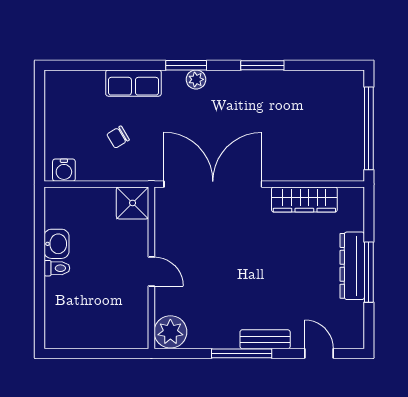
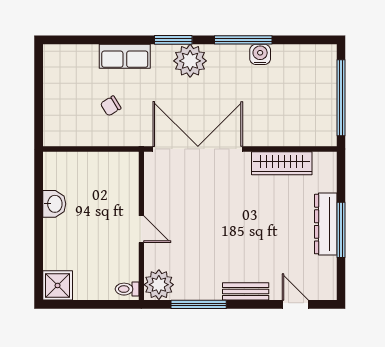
window: (262, 65) -> (243, 40), width x1.44
plant: (196, 79) -> (190, 61), width x1.88, depth x1.88
water cooler: (64, 170) -> (260, 54), moved, turned 180
shower: (133, 203) -> (58, 285), moved
toilet: (57, 268) -> (127, 289), moved, turned 180
window: (242, 353) -> (199, 304), moved

